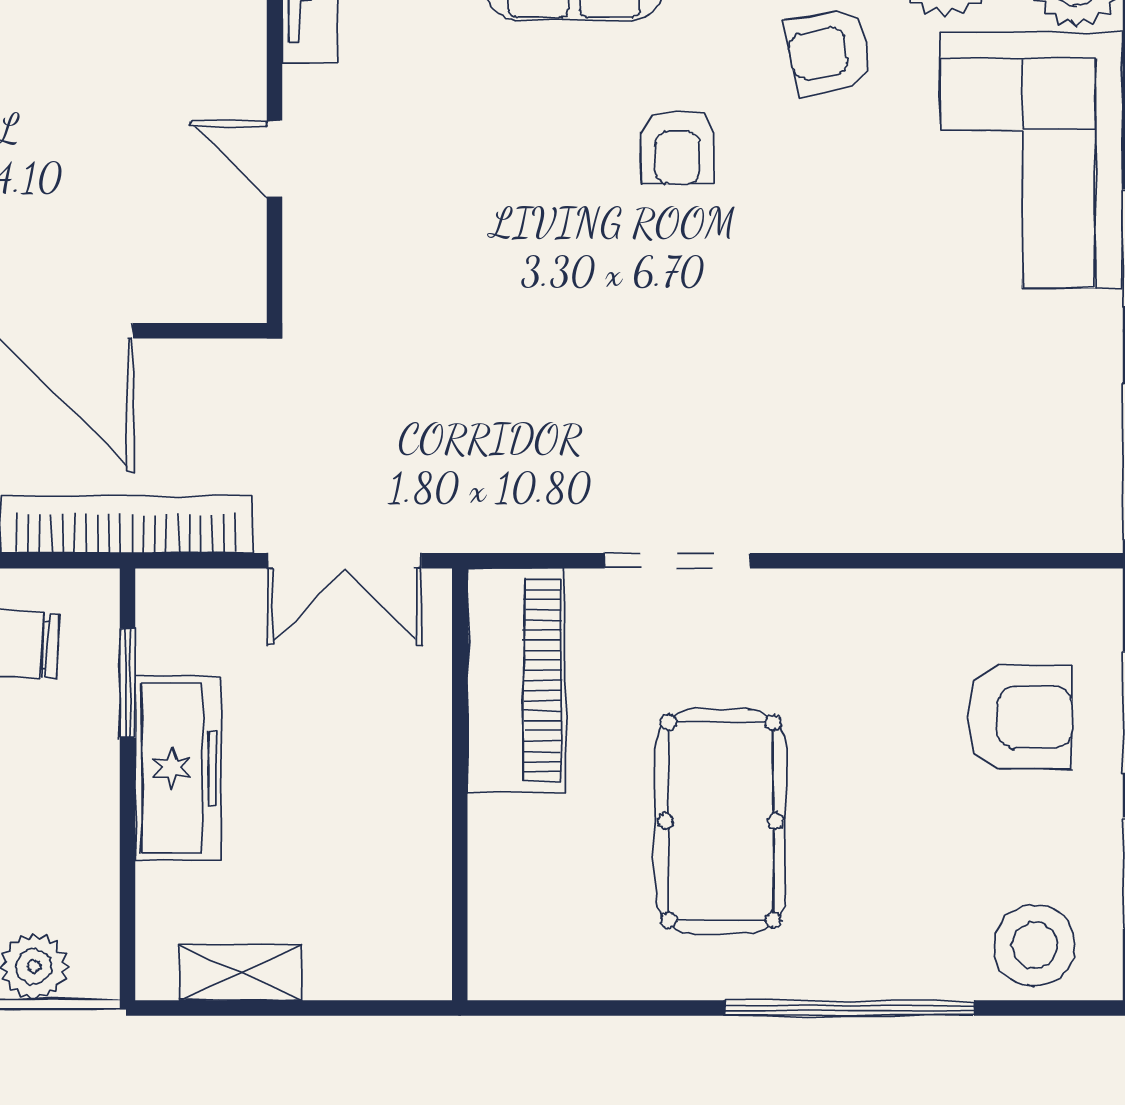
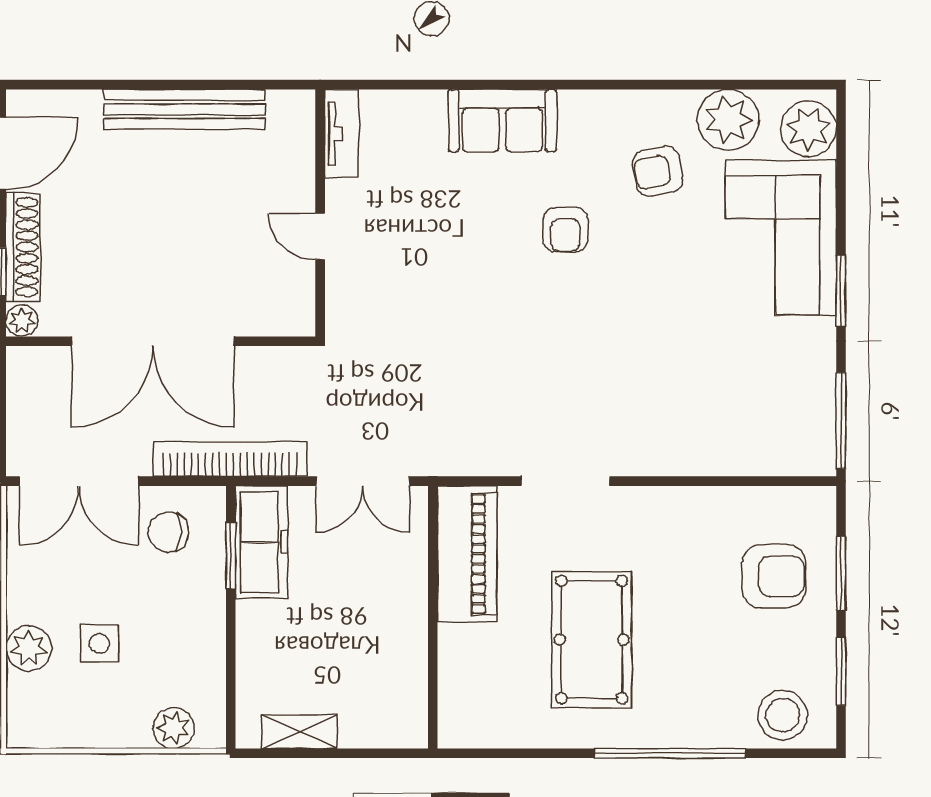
freezer: (178, 768) -> (261, 542), moved

